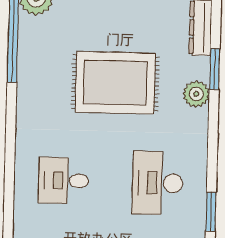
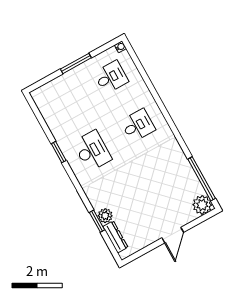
rug: (115, 83) -> (141, 187), removed
plant: (196, 94) -> (105, 216), moved

